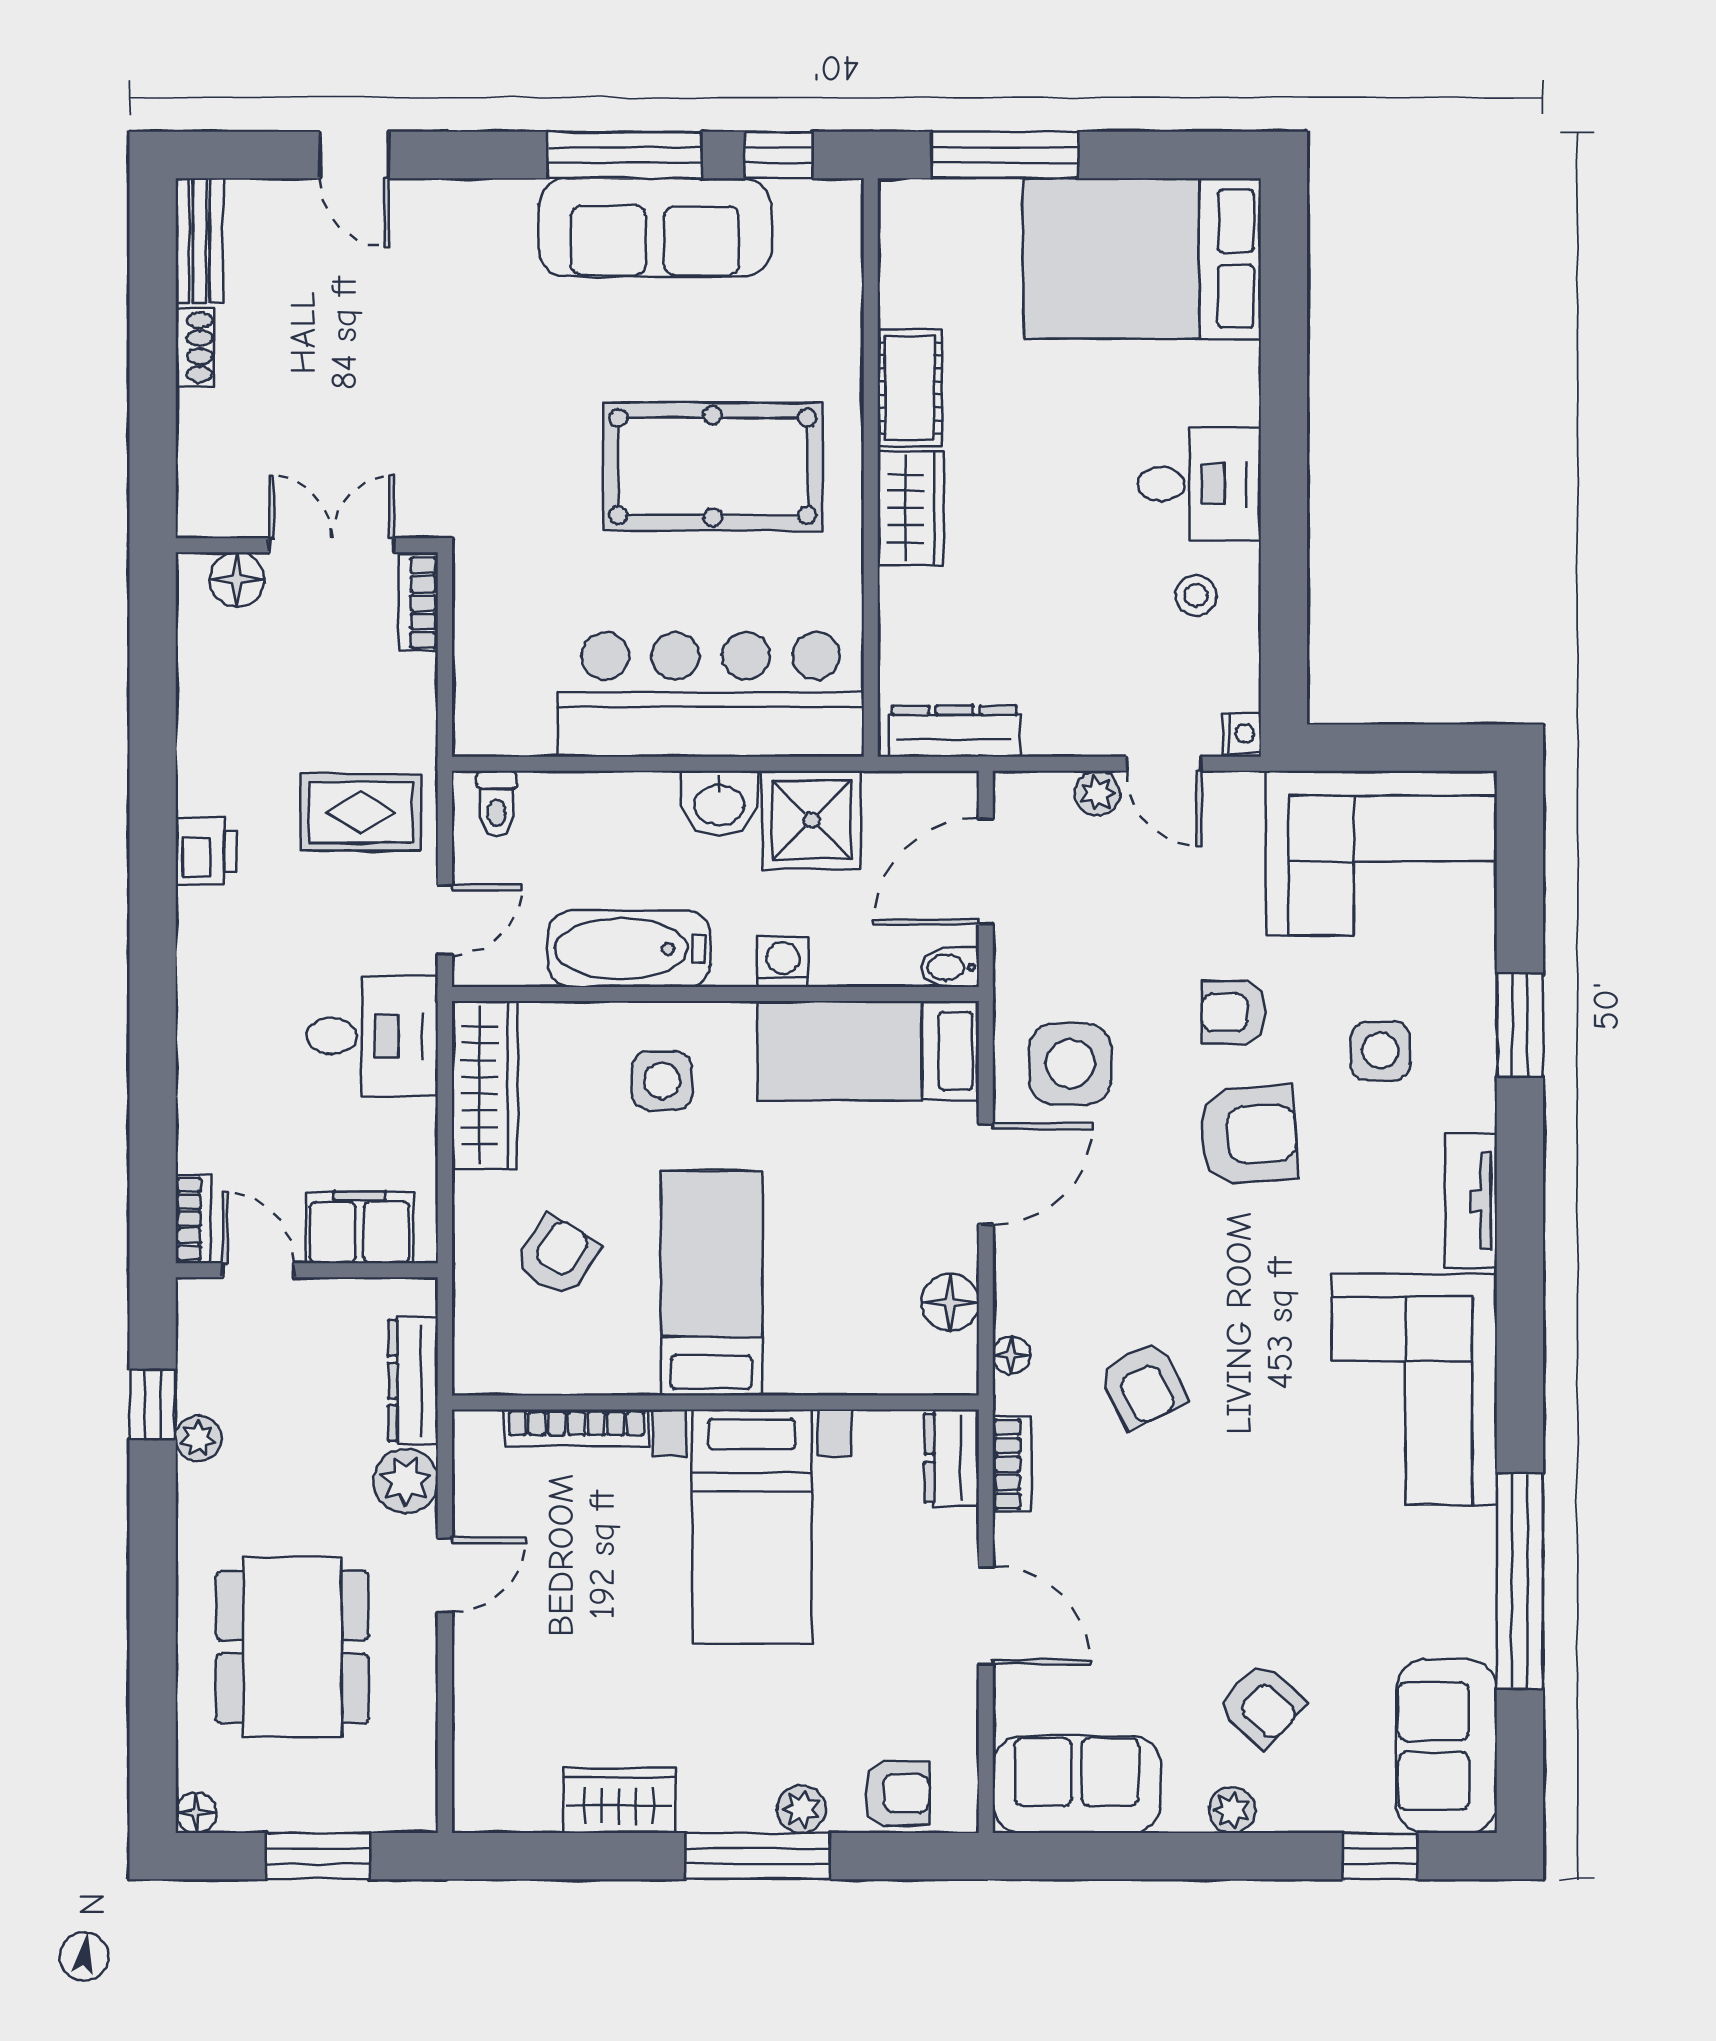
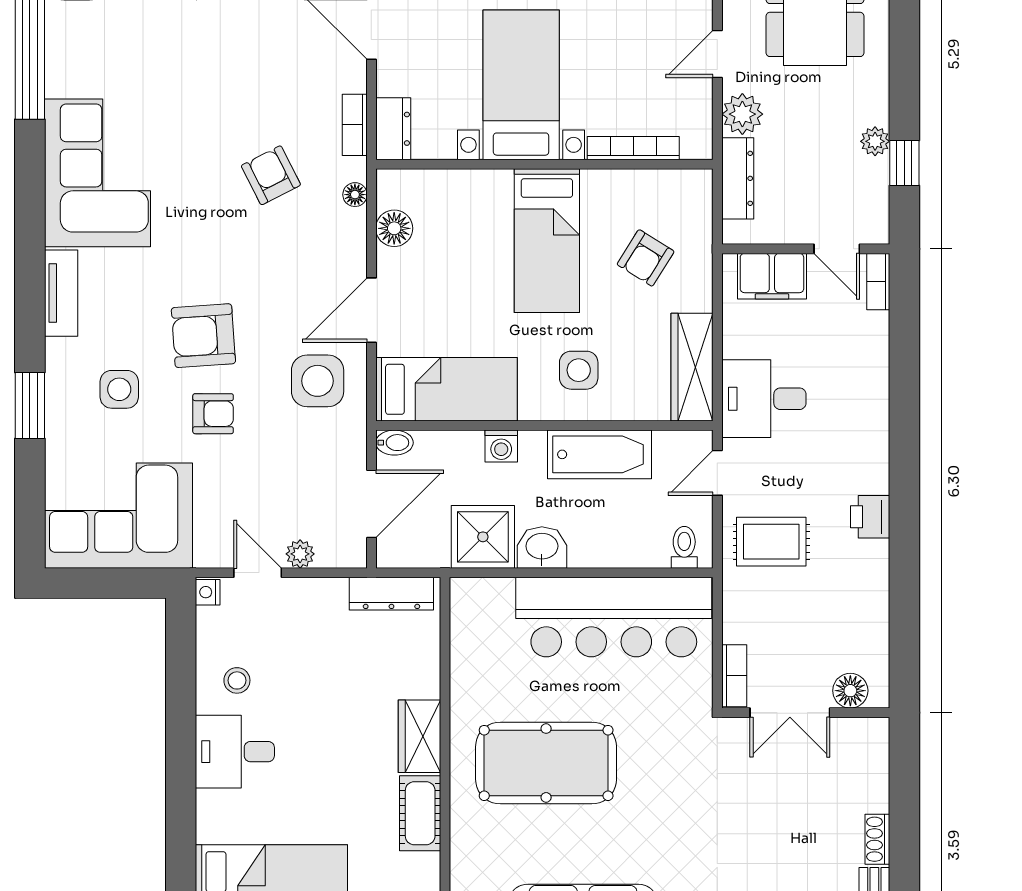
bar counter: (711, 695) -> (614, 617), moved

